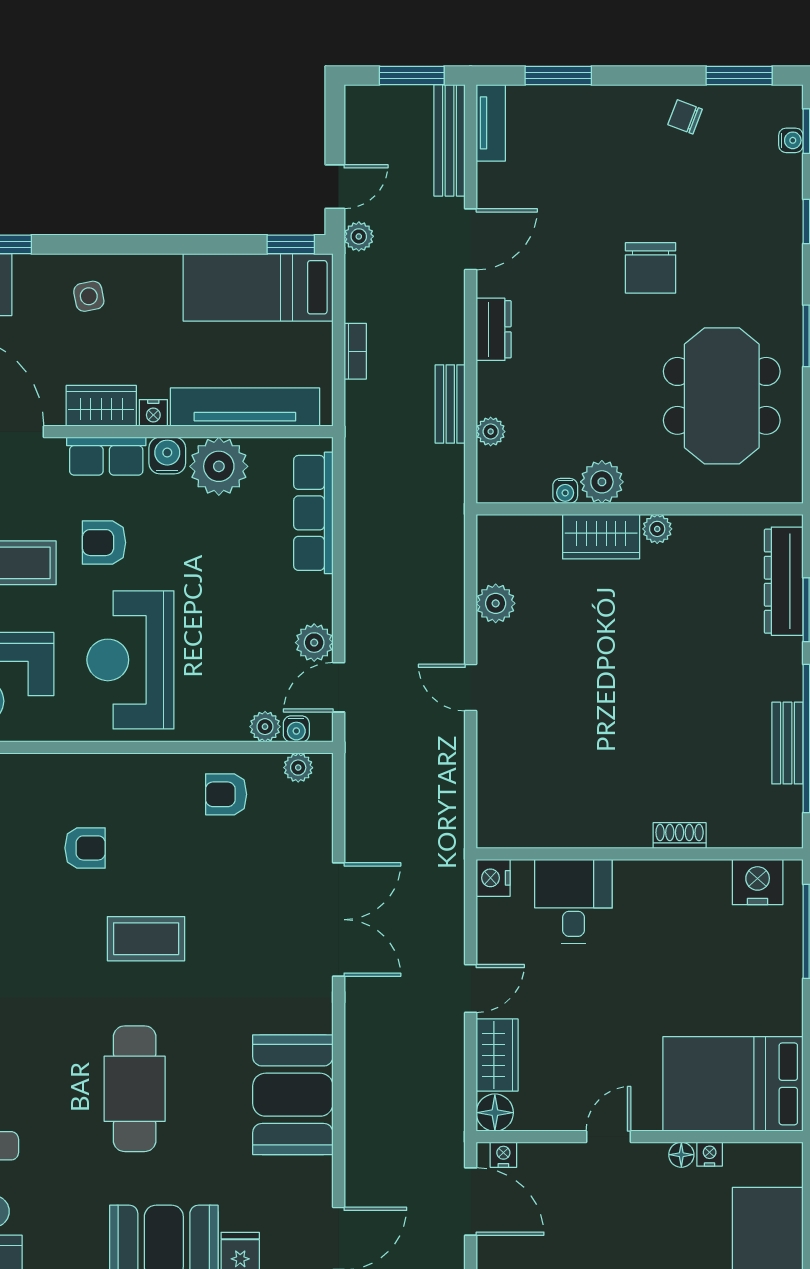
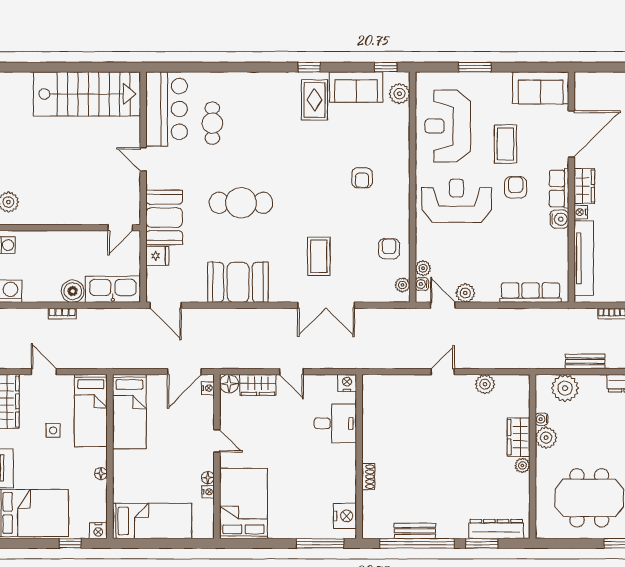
plant: (491, 432) -> (565, 388), width x1.87, depth x1.87
plant: (219, 466) -> (554, 245), removed
coffee table: (146, 939) -> (319, 256), moved

